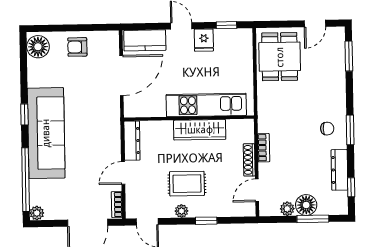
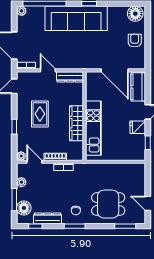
dining table: (280, 57) -> (108, 204), moved
floor lamp: (306, 205) -> (24, 208), moved
plant: (181, 211) -> (21, 156), moved

